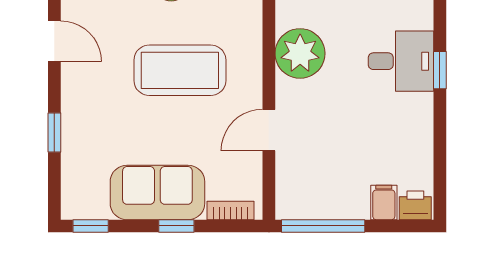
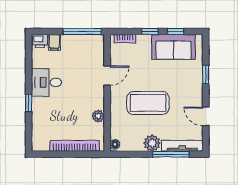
plant: (300, 53) -> (98, 116), width x0.53, depth x0.53
desk: (401, 61) -> (46, 82), moved
sofa: (157, 192) -> (174, 47), moved
window: (91, 226) -> (176, 31), moved

